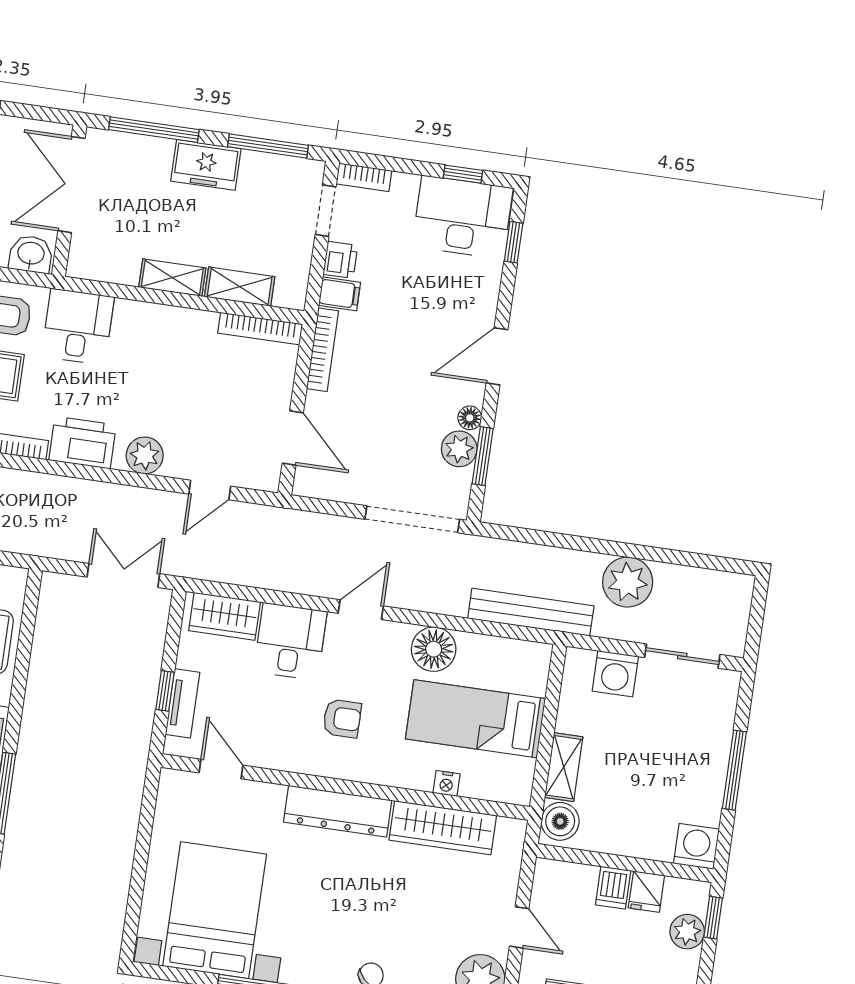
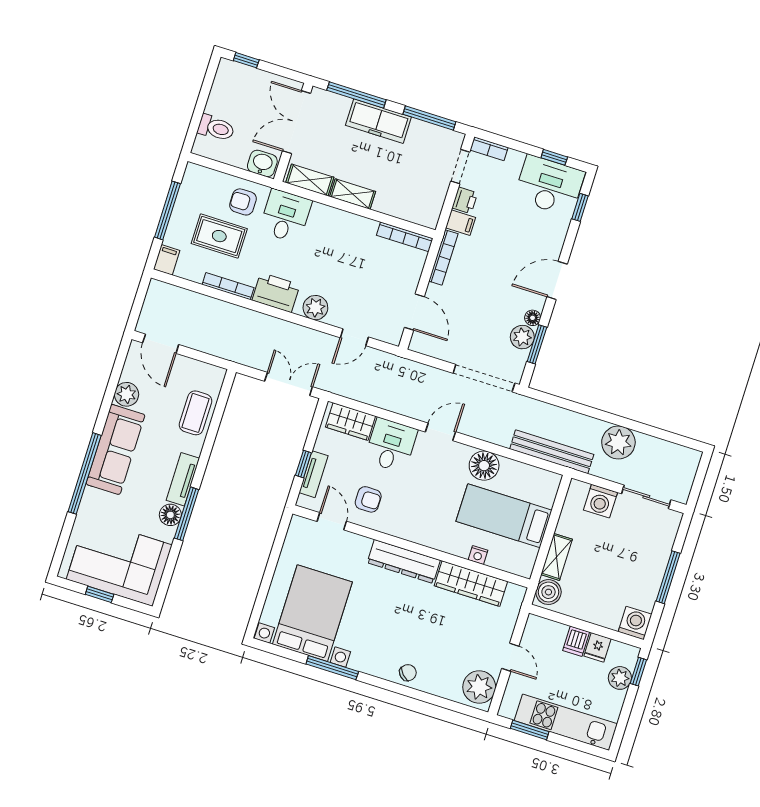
freezer: (206, 165) -> (378, 121), width x1.40
shelving: (240, 287) -> (310, 180), moved
armchair: (342, 718) -> (368, 499), moved

